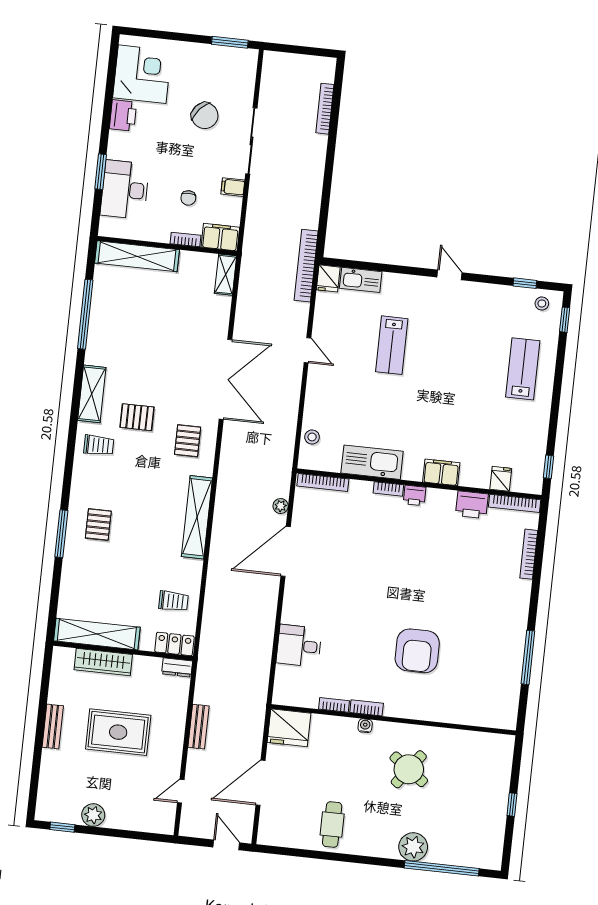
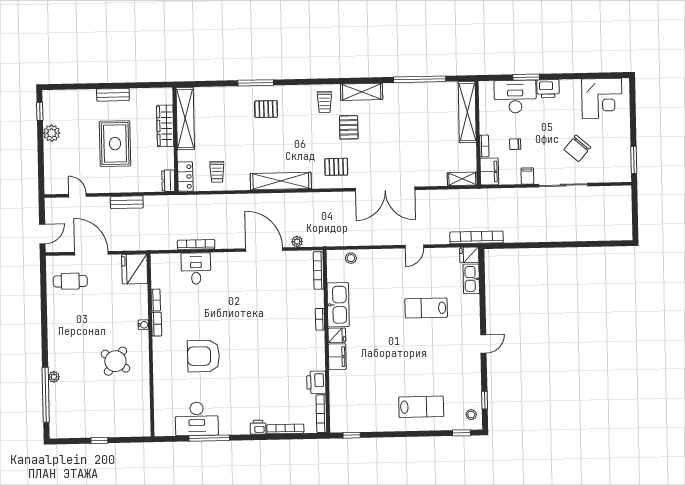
bookcase: (325, 109) -> (196, 245), moved
printer: (123, 115) -> (548, 89), moved
fridge: (501, 479) -> (337, 335), moved
printer: (415, 495) -> (258, 427), moved, turned 90
desk: (500, 671) -> (197, 419), added
cafe table: (332, 825) -> (70, 281), moved
plant: (413, 847) -> (54, 377), width x0.53, depth x0.53

